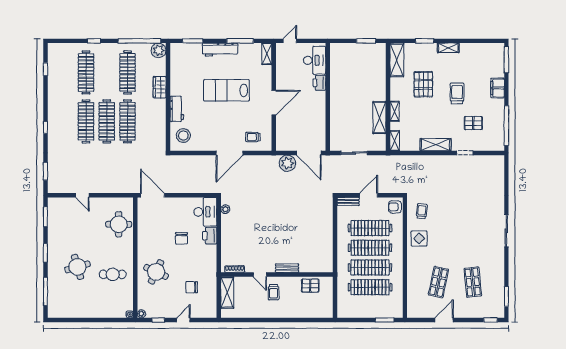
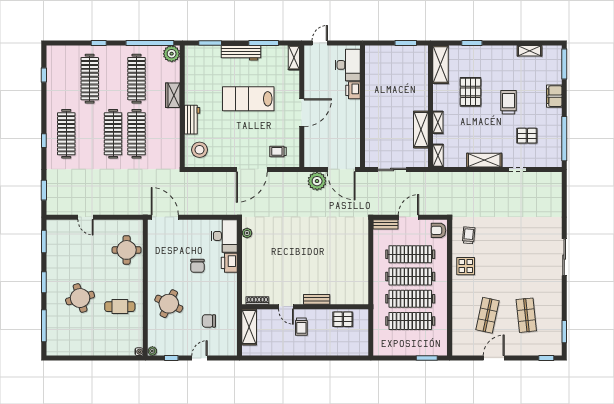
shelving: (448, 48) -> (530, 51), moved
clothes rail: (86, 121) -> (66, 134), moved

